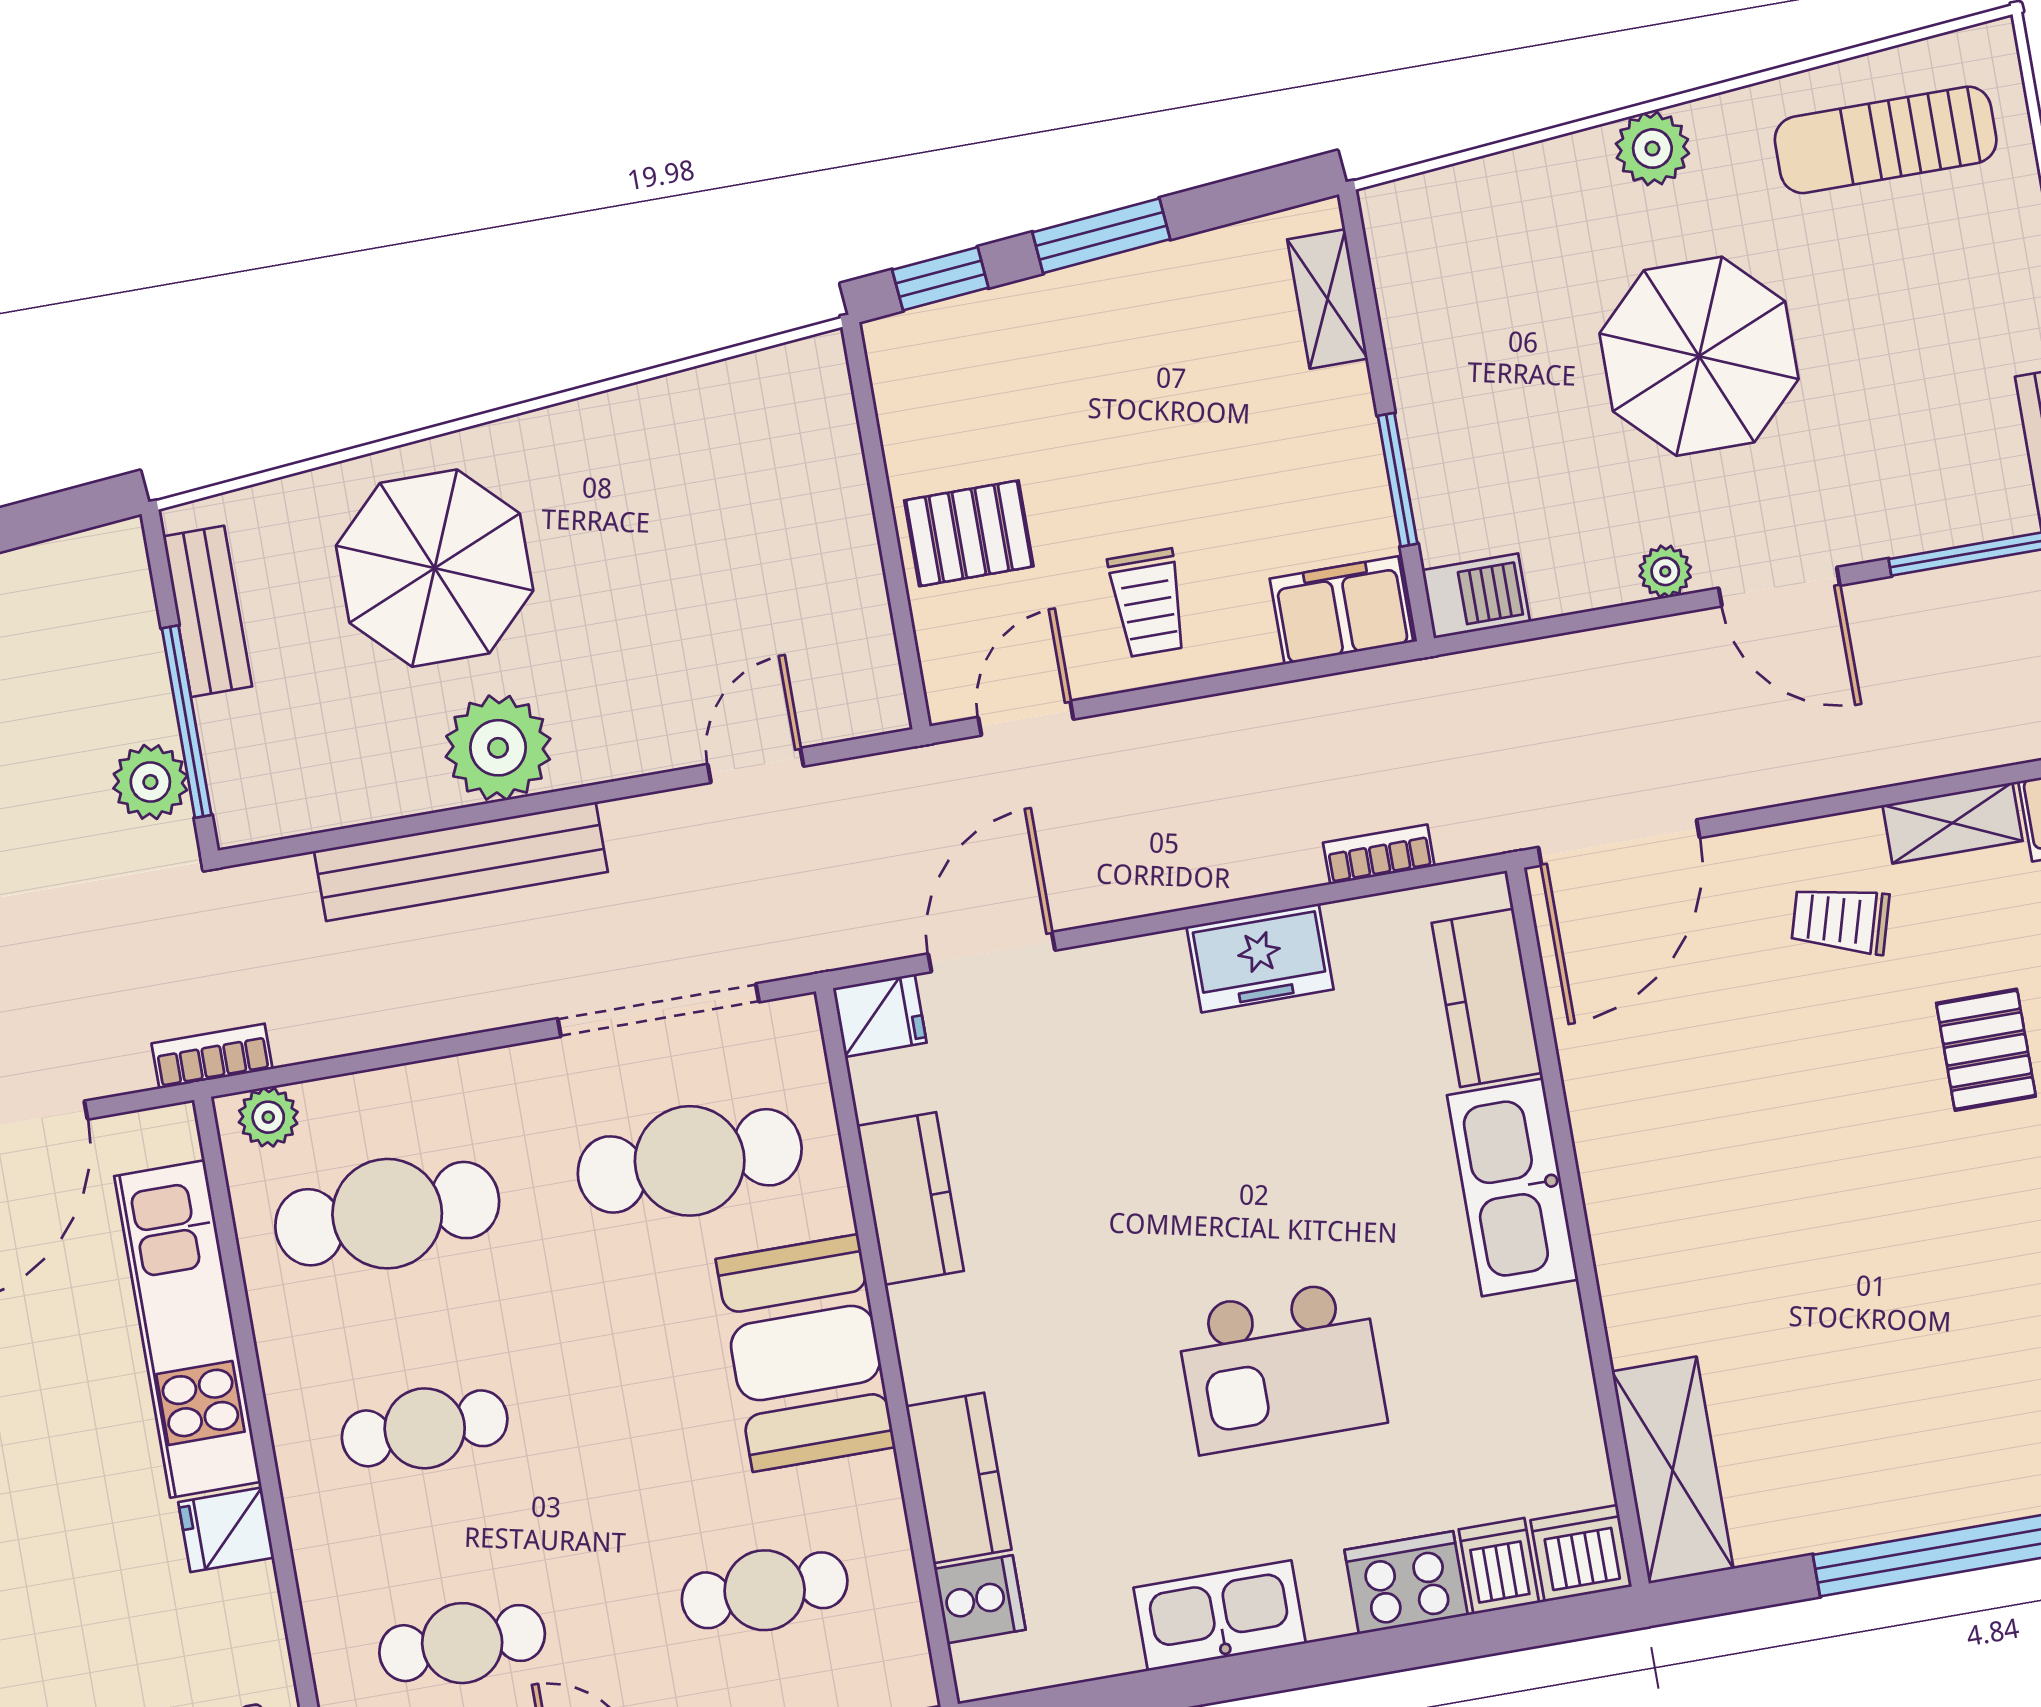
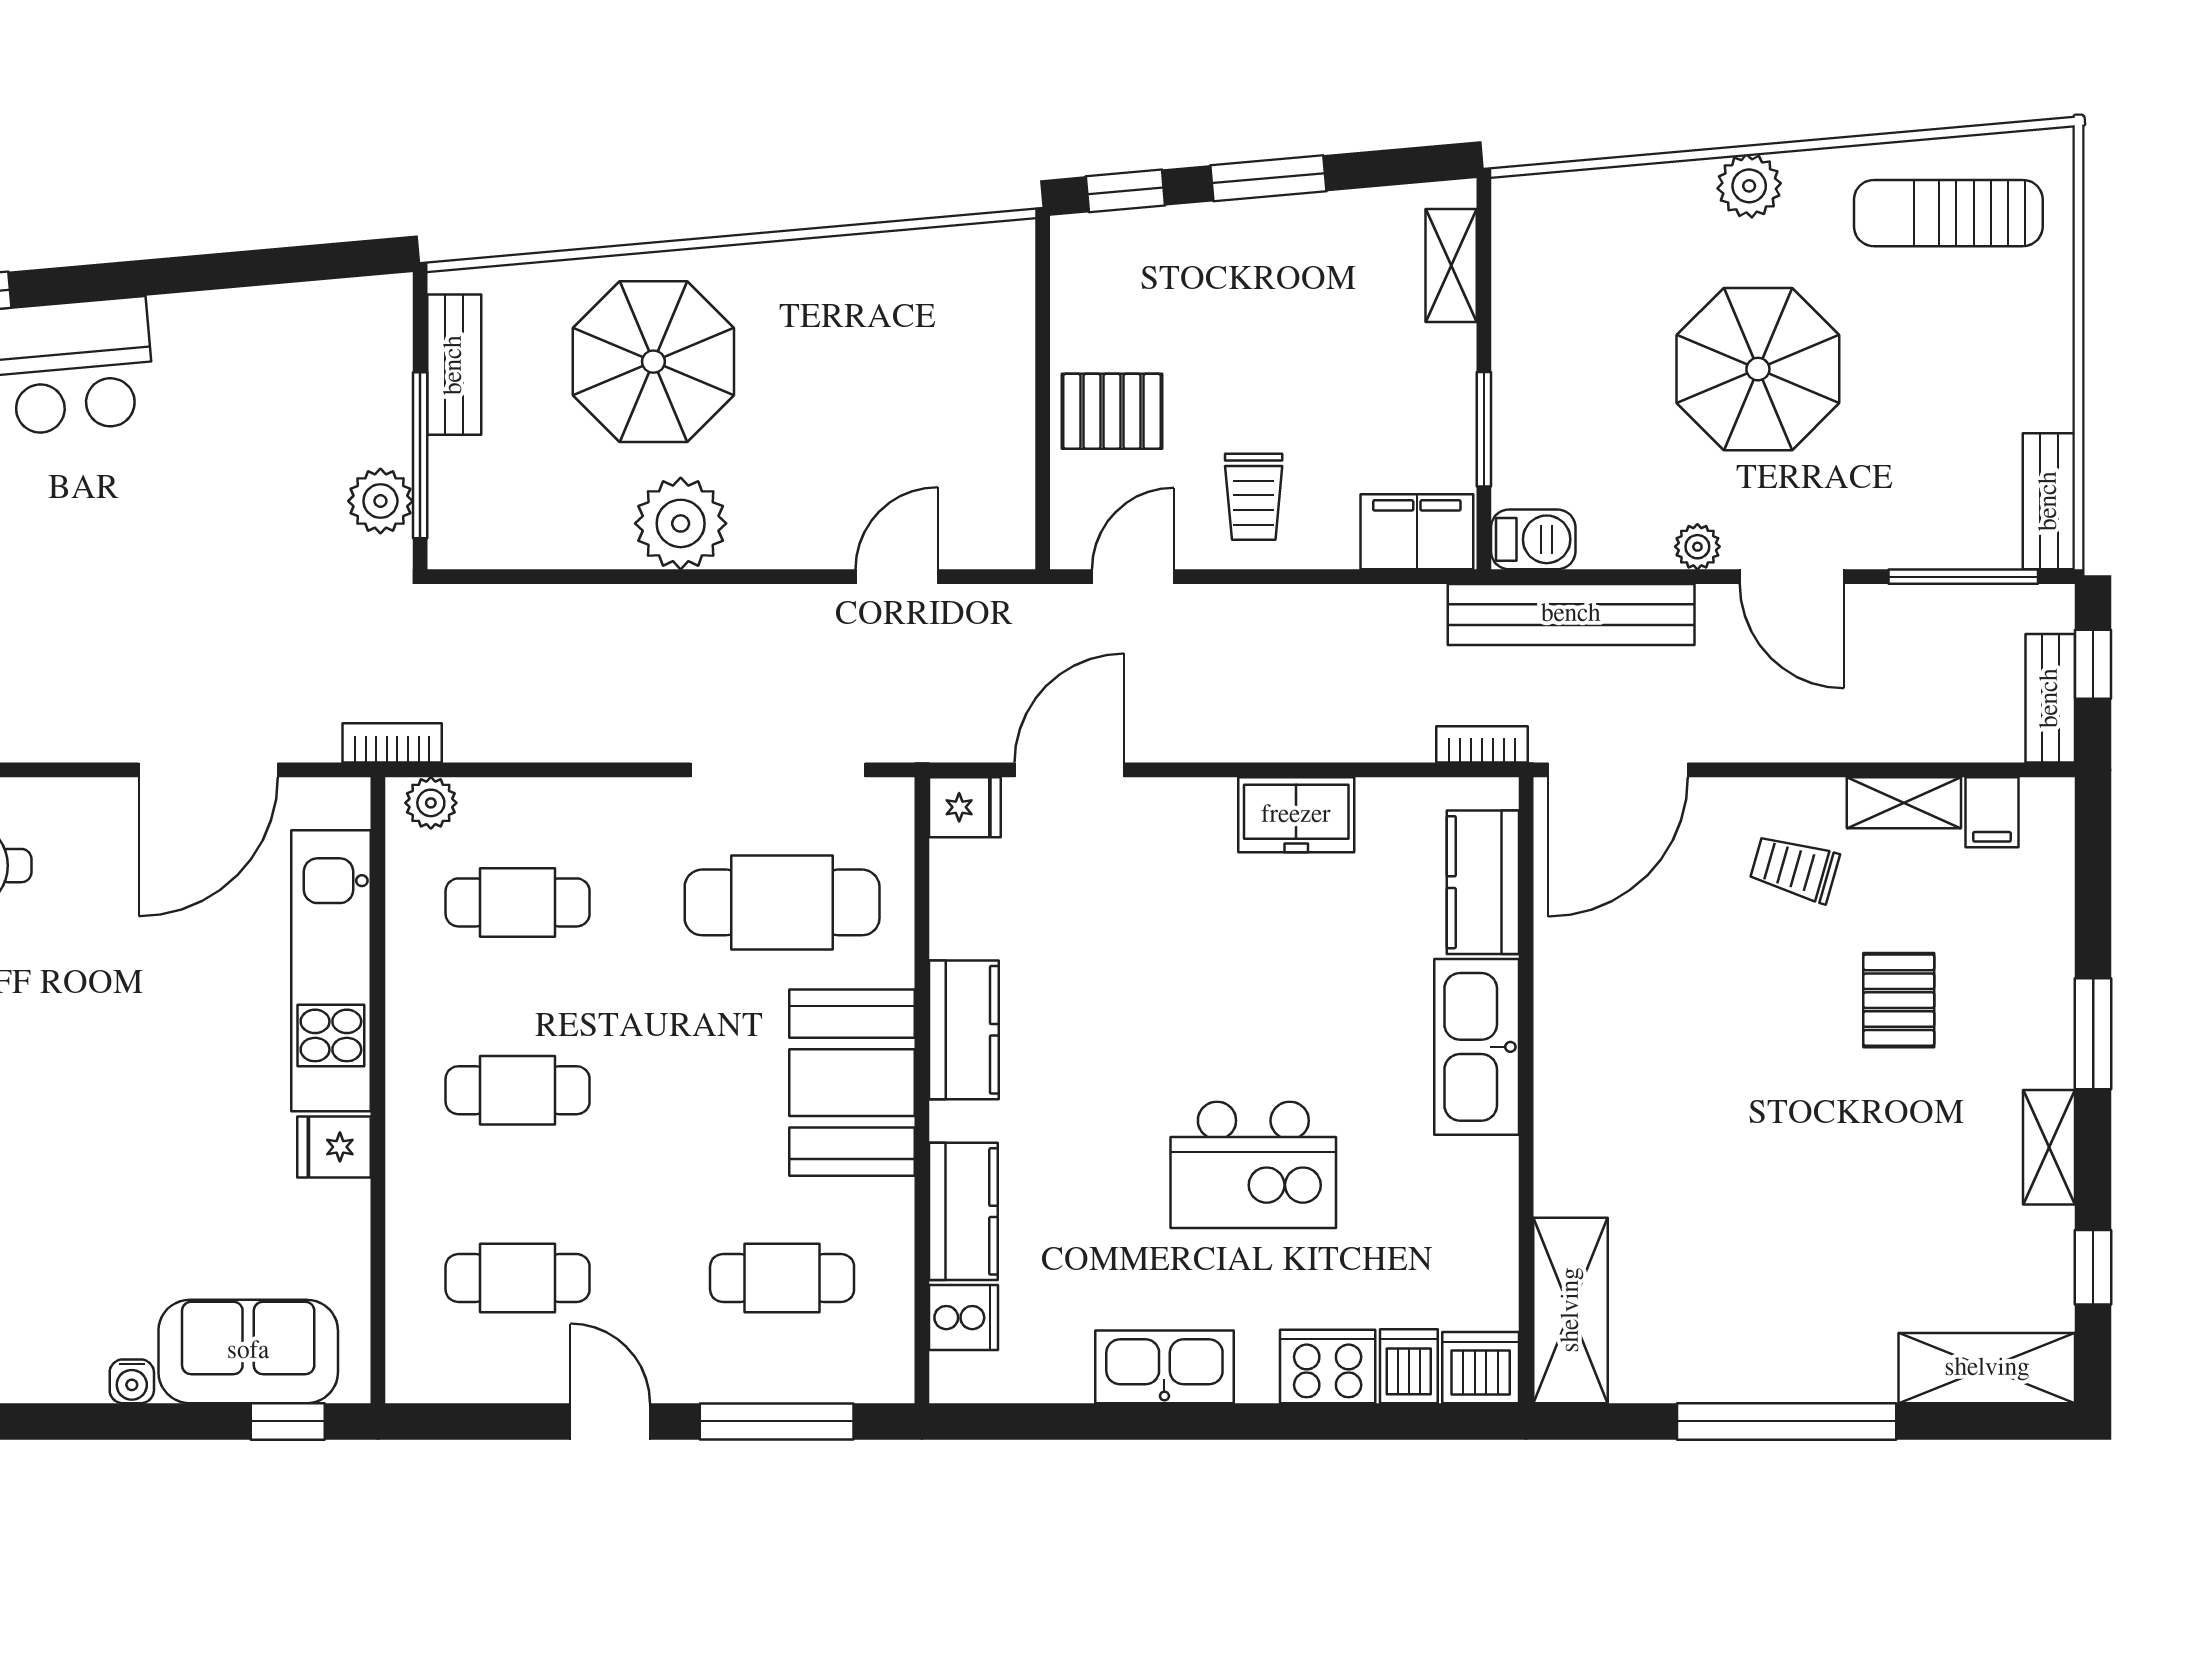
bookcase: (1379, 854) -> (1482, 744), moved
bench: (461, 861) -> (1571, 614), moved
kitchen counter: (910, 1198) -> (964, 1030), moved
cafe table: (387, 1214) -> (518, 902), width x0.73, depth x0.74

